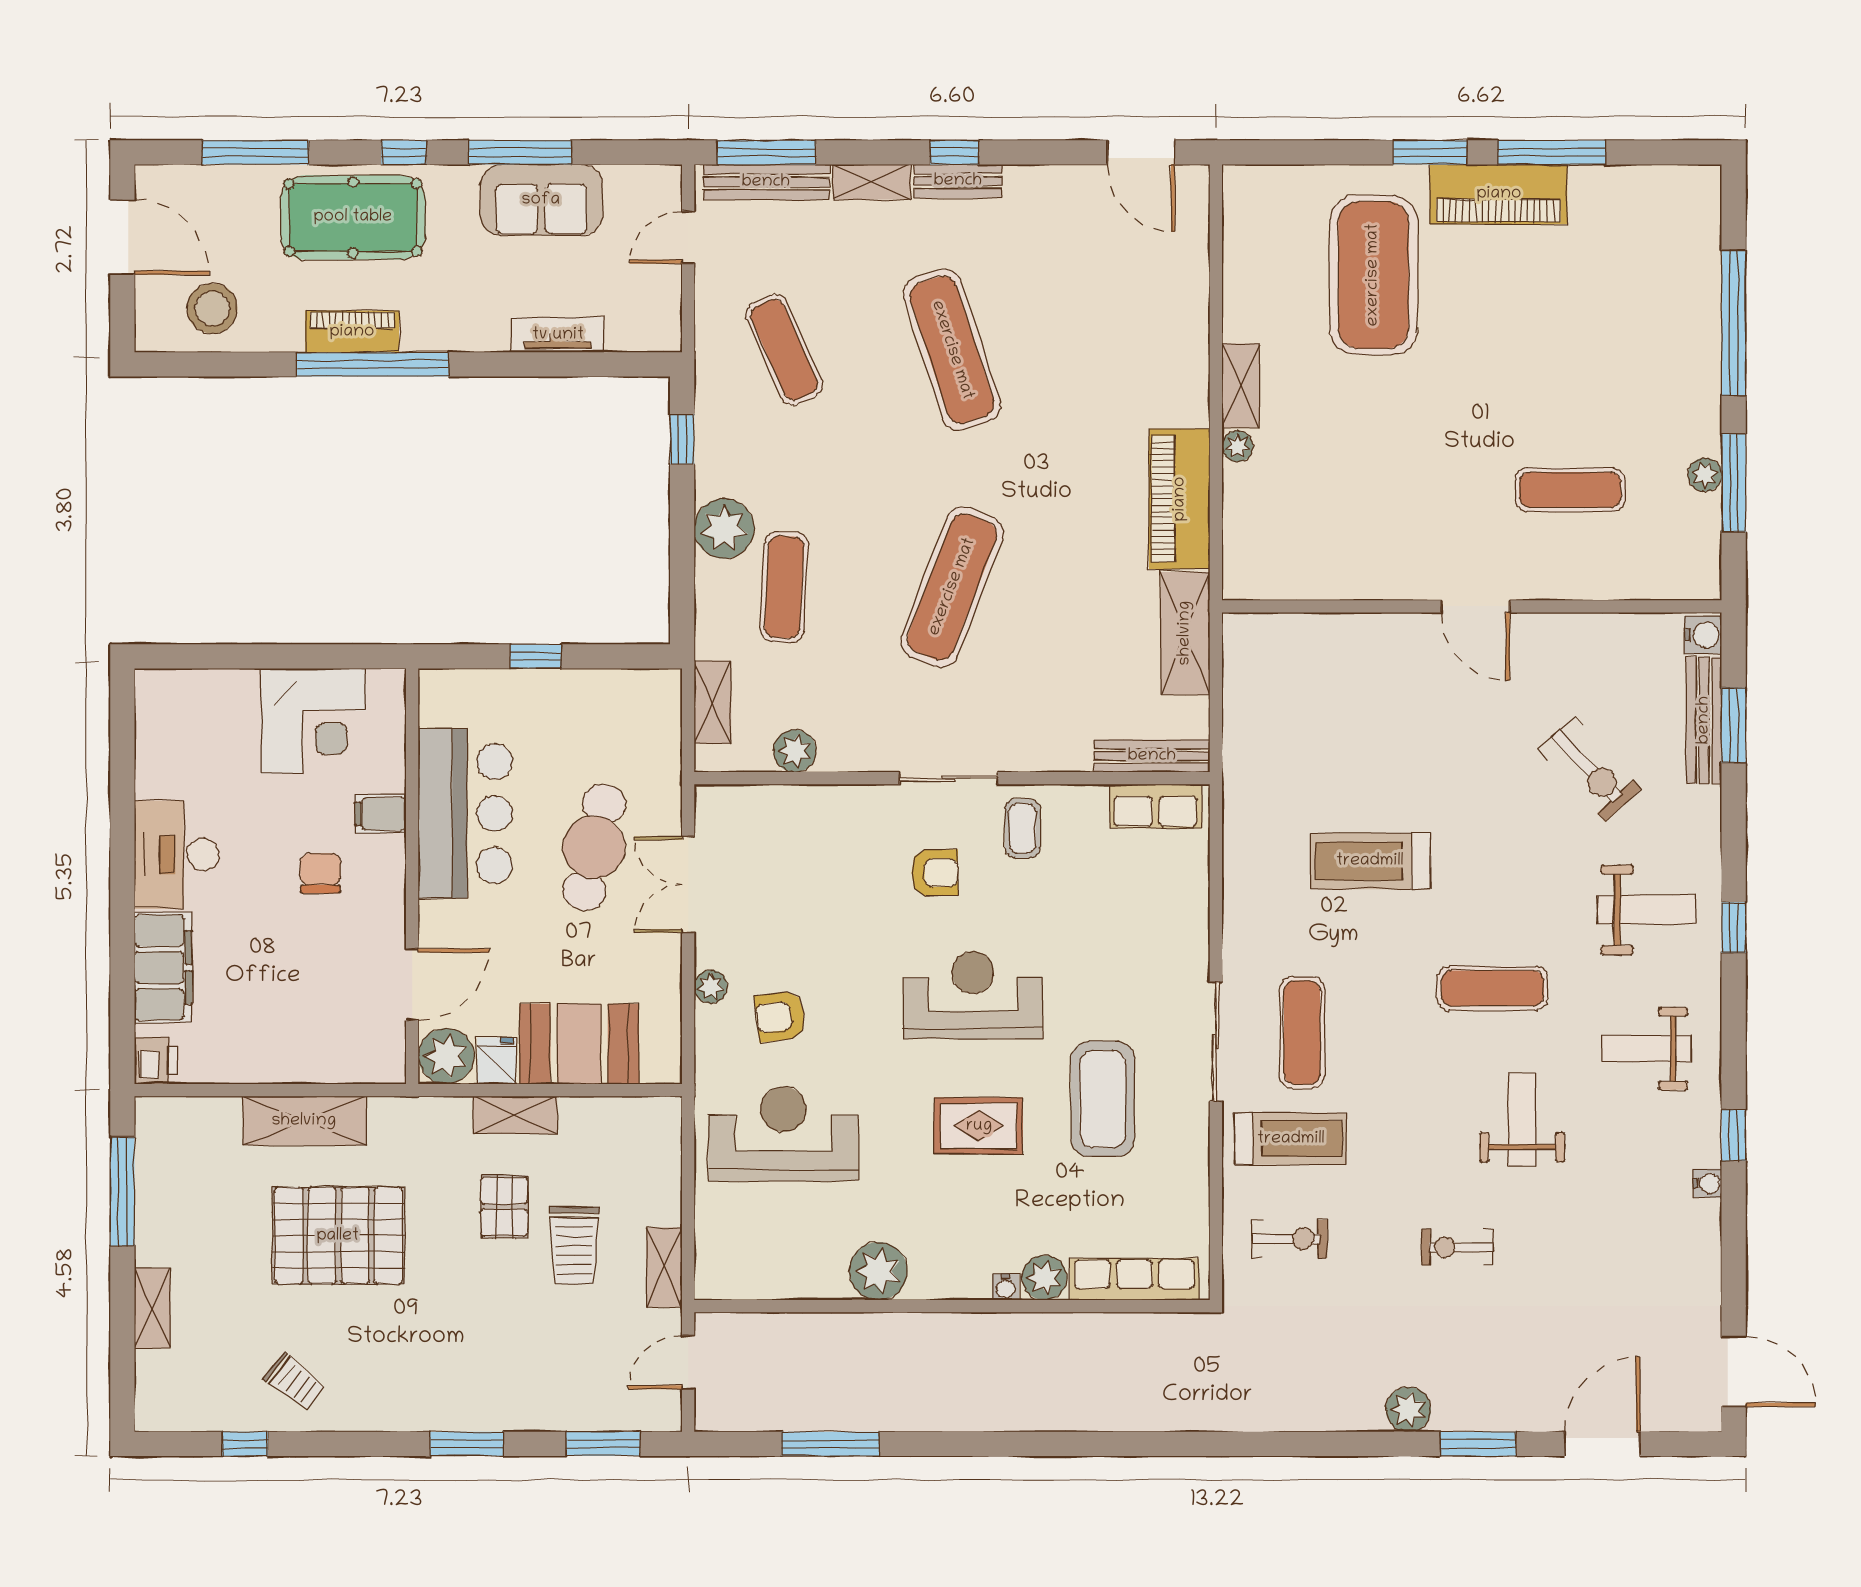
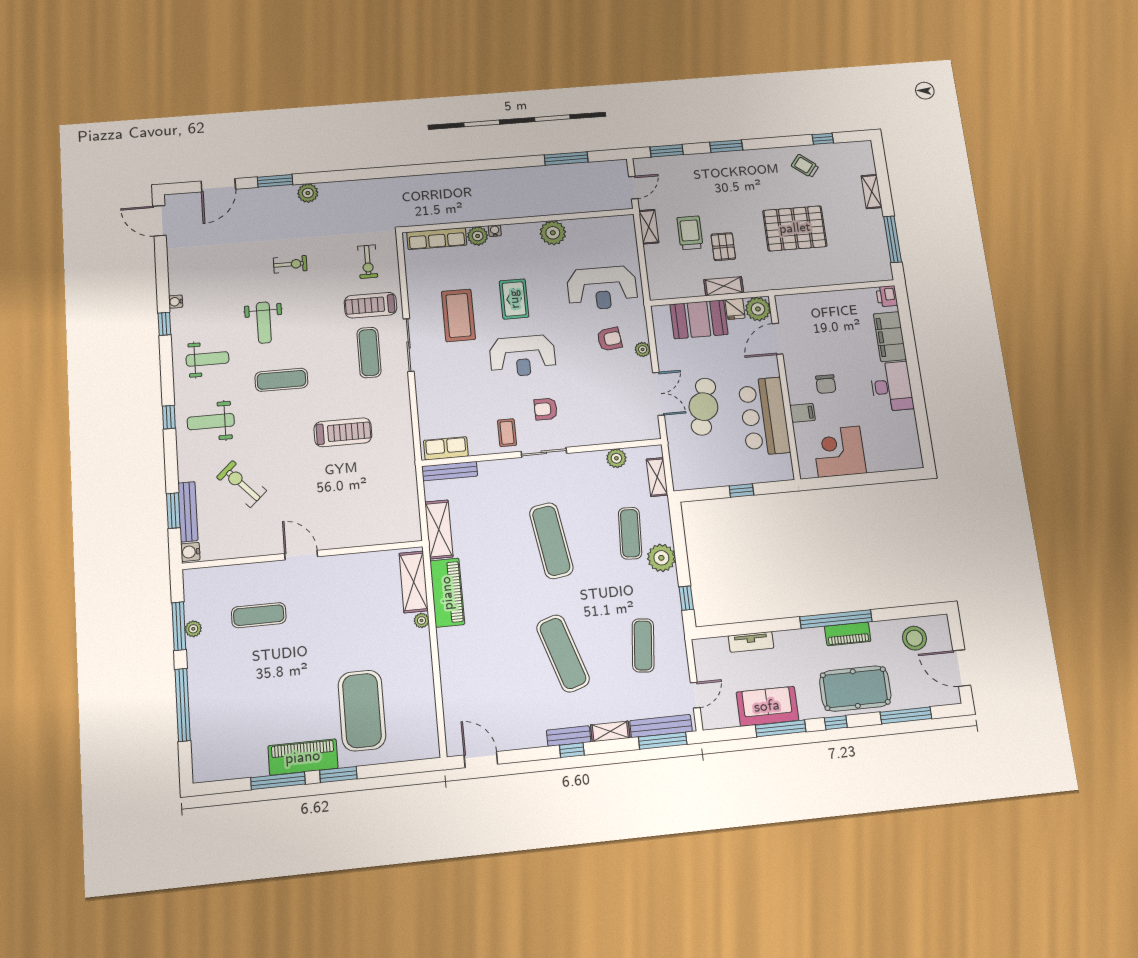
exercise mat: (784, 350) -> (643, 645), turned 30
shelving: (1241, 386) -> (414, 582), moved, width x1.50, depth x1.33
exercise mat: (952, 587) -> (551, 541), turned -30
shelving: (304, 1121) -> (817, 276), removed
rug: (979, 1126) -> (514, 299), turned 90
exercise bike: (1289, 1239) -> (368, 262), turned -90

